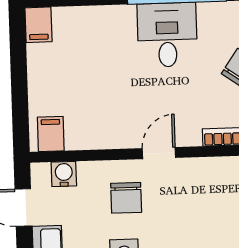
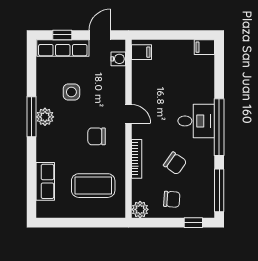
chair: (126, 198) -> (97, 136), moved

